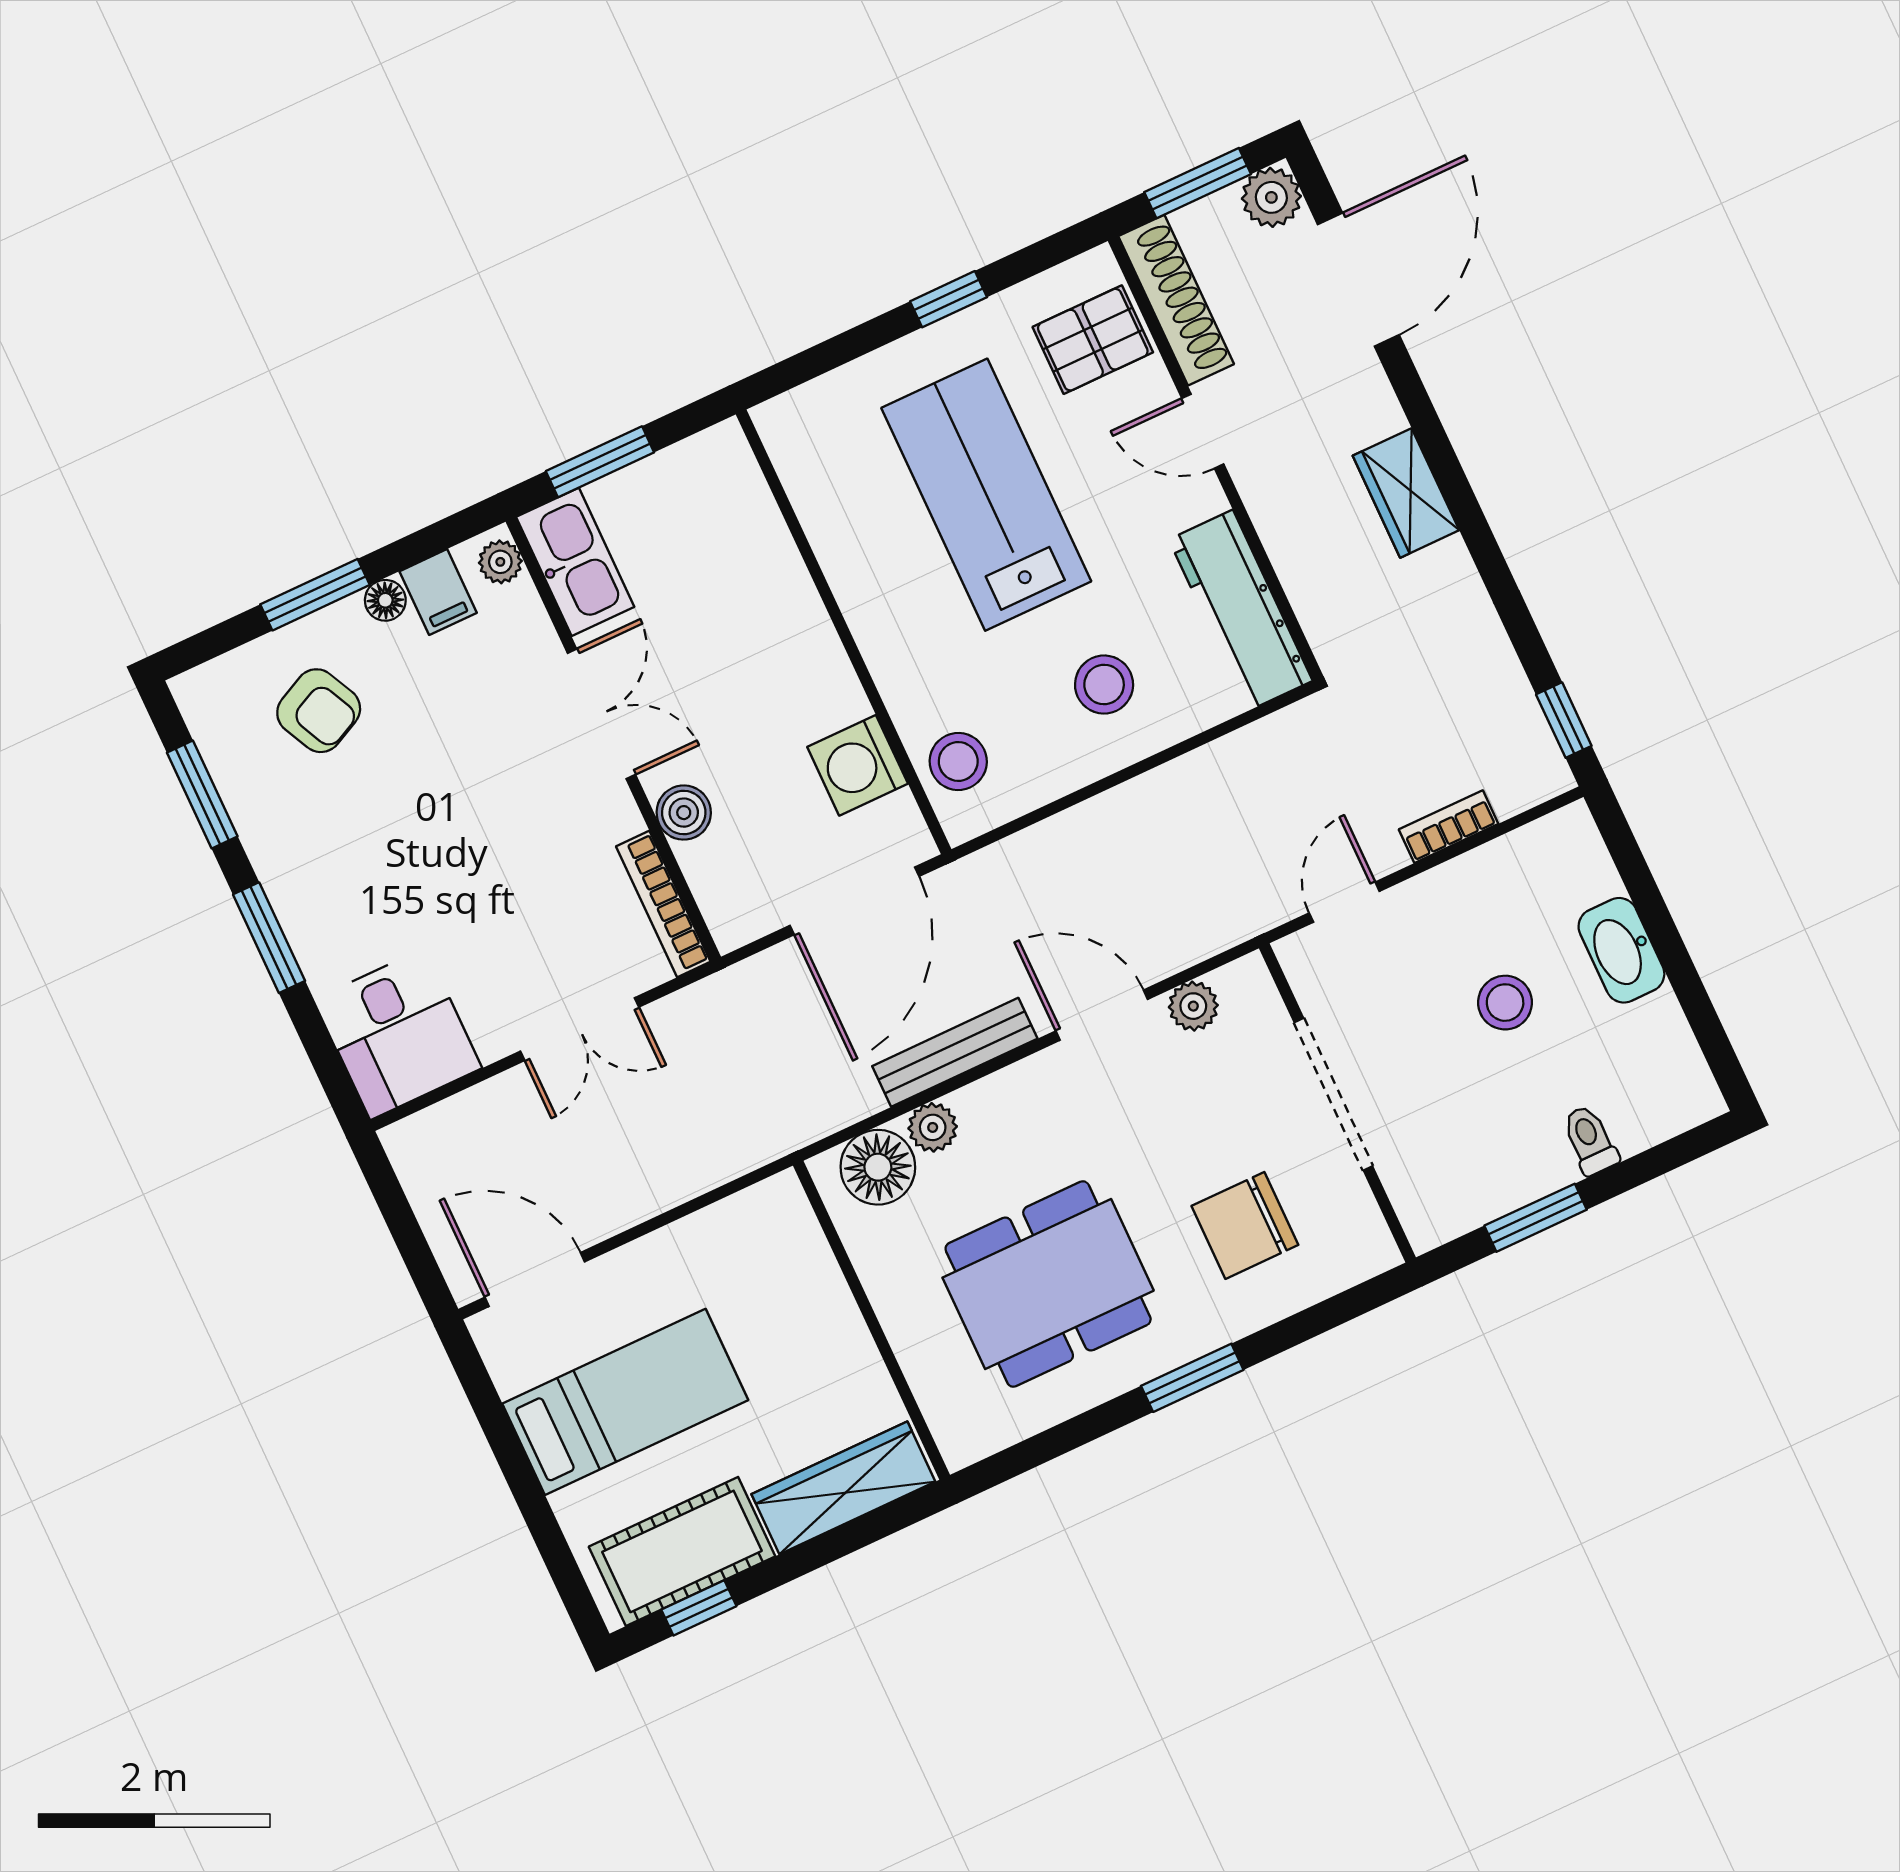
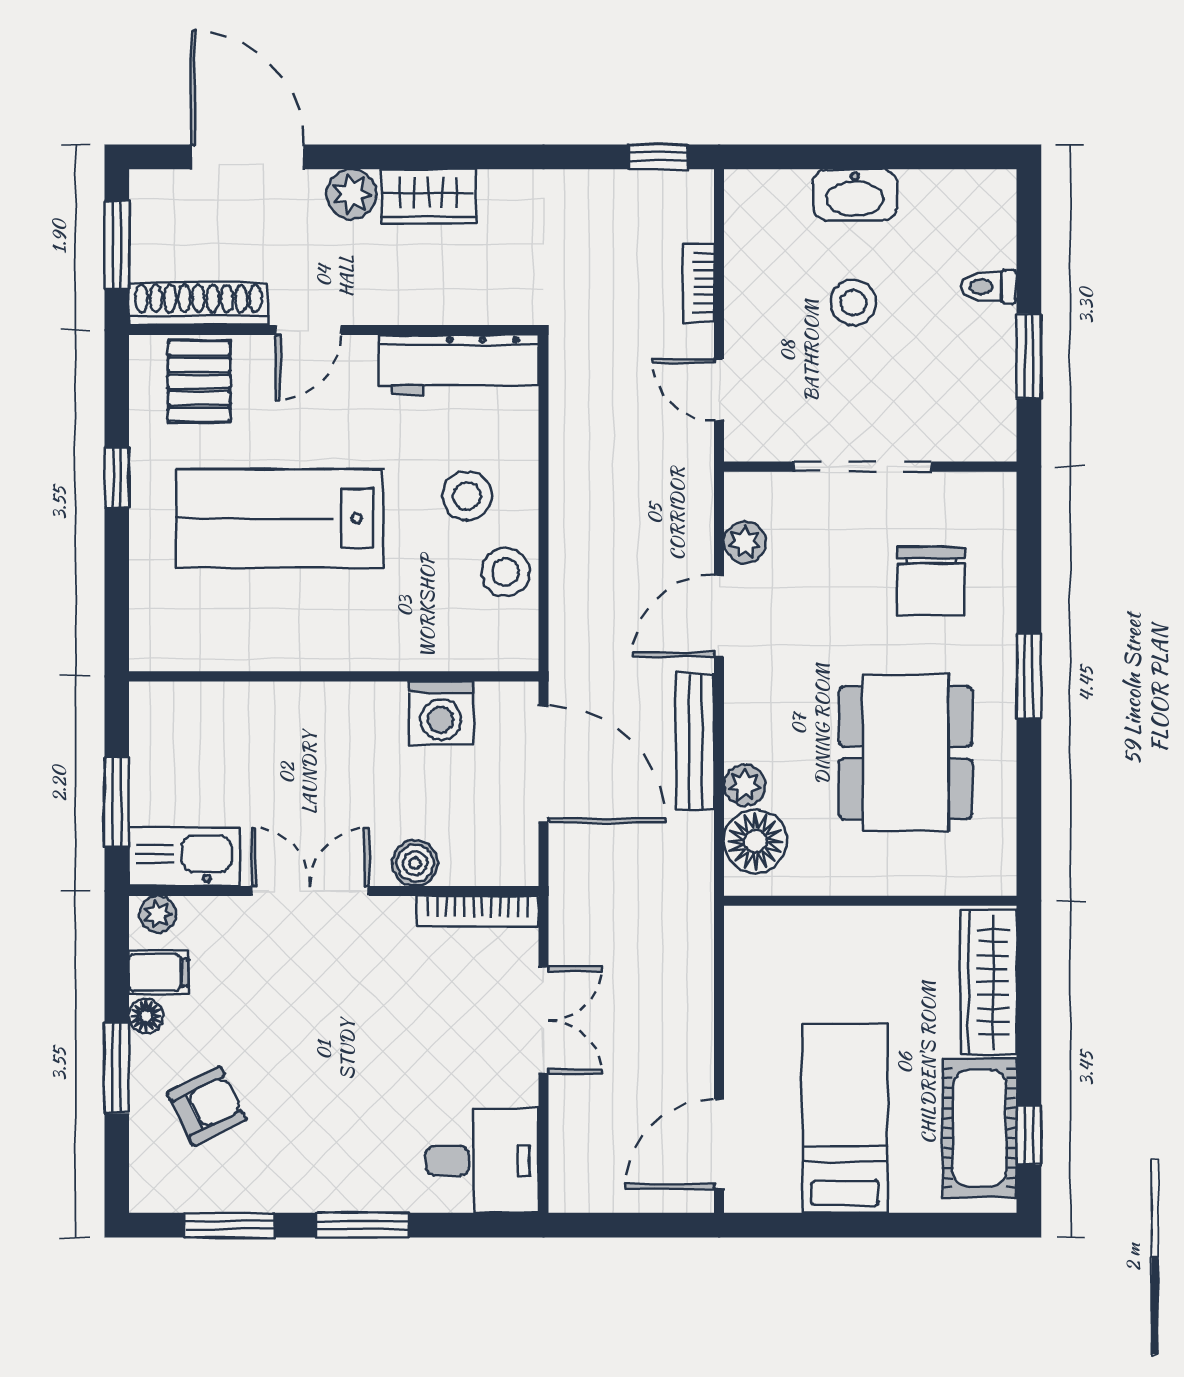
plant: (1271, 197) -> (352, 194), moved
stool: (958, 761) -> (505, 572), moved

